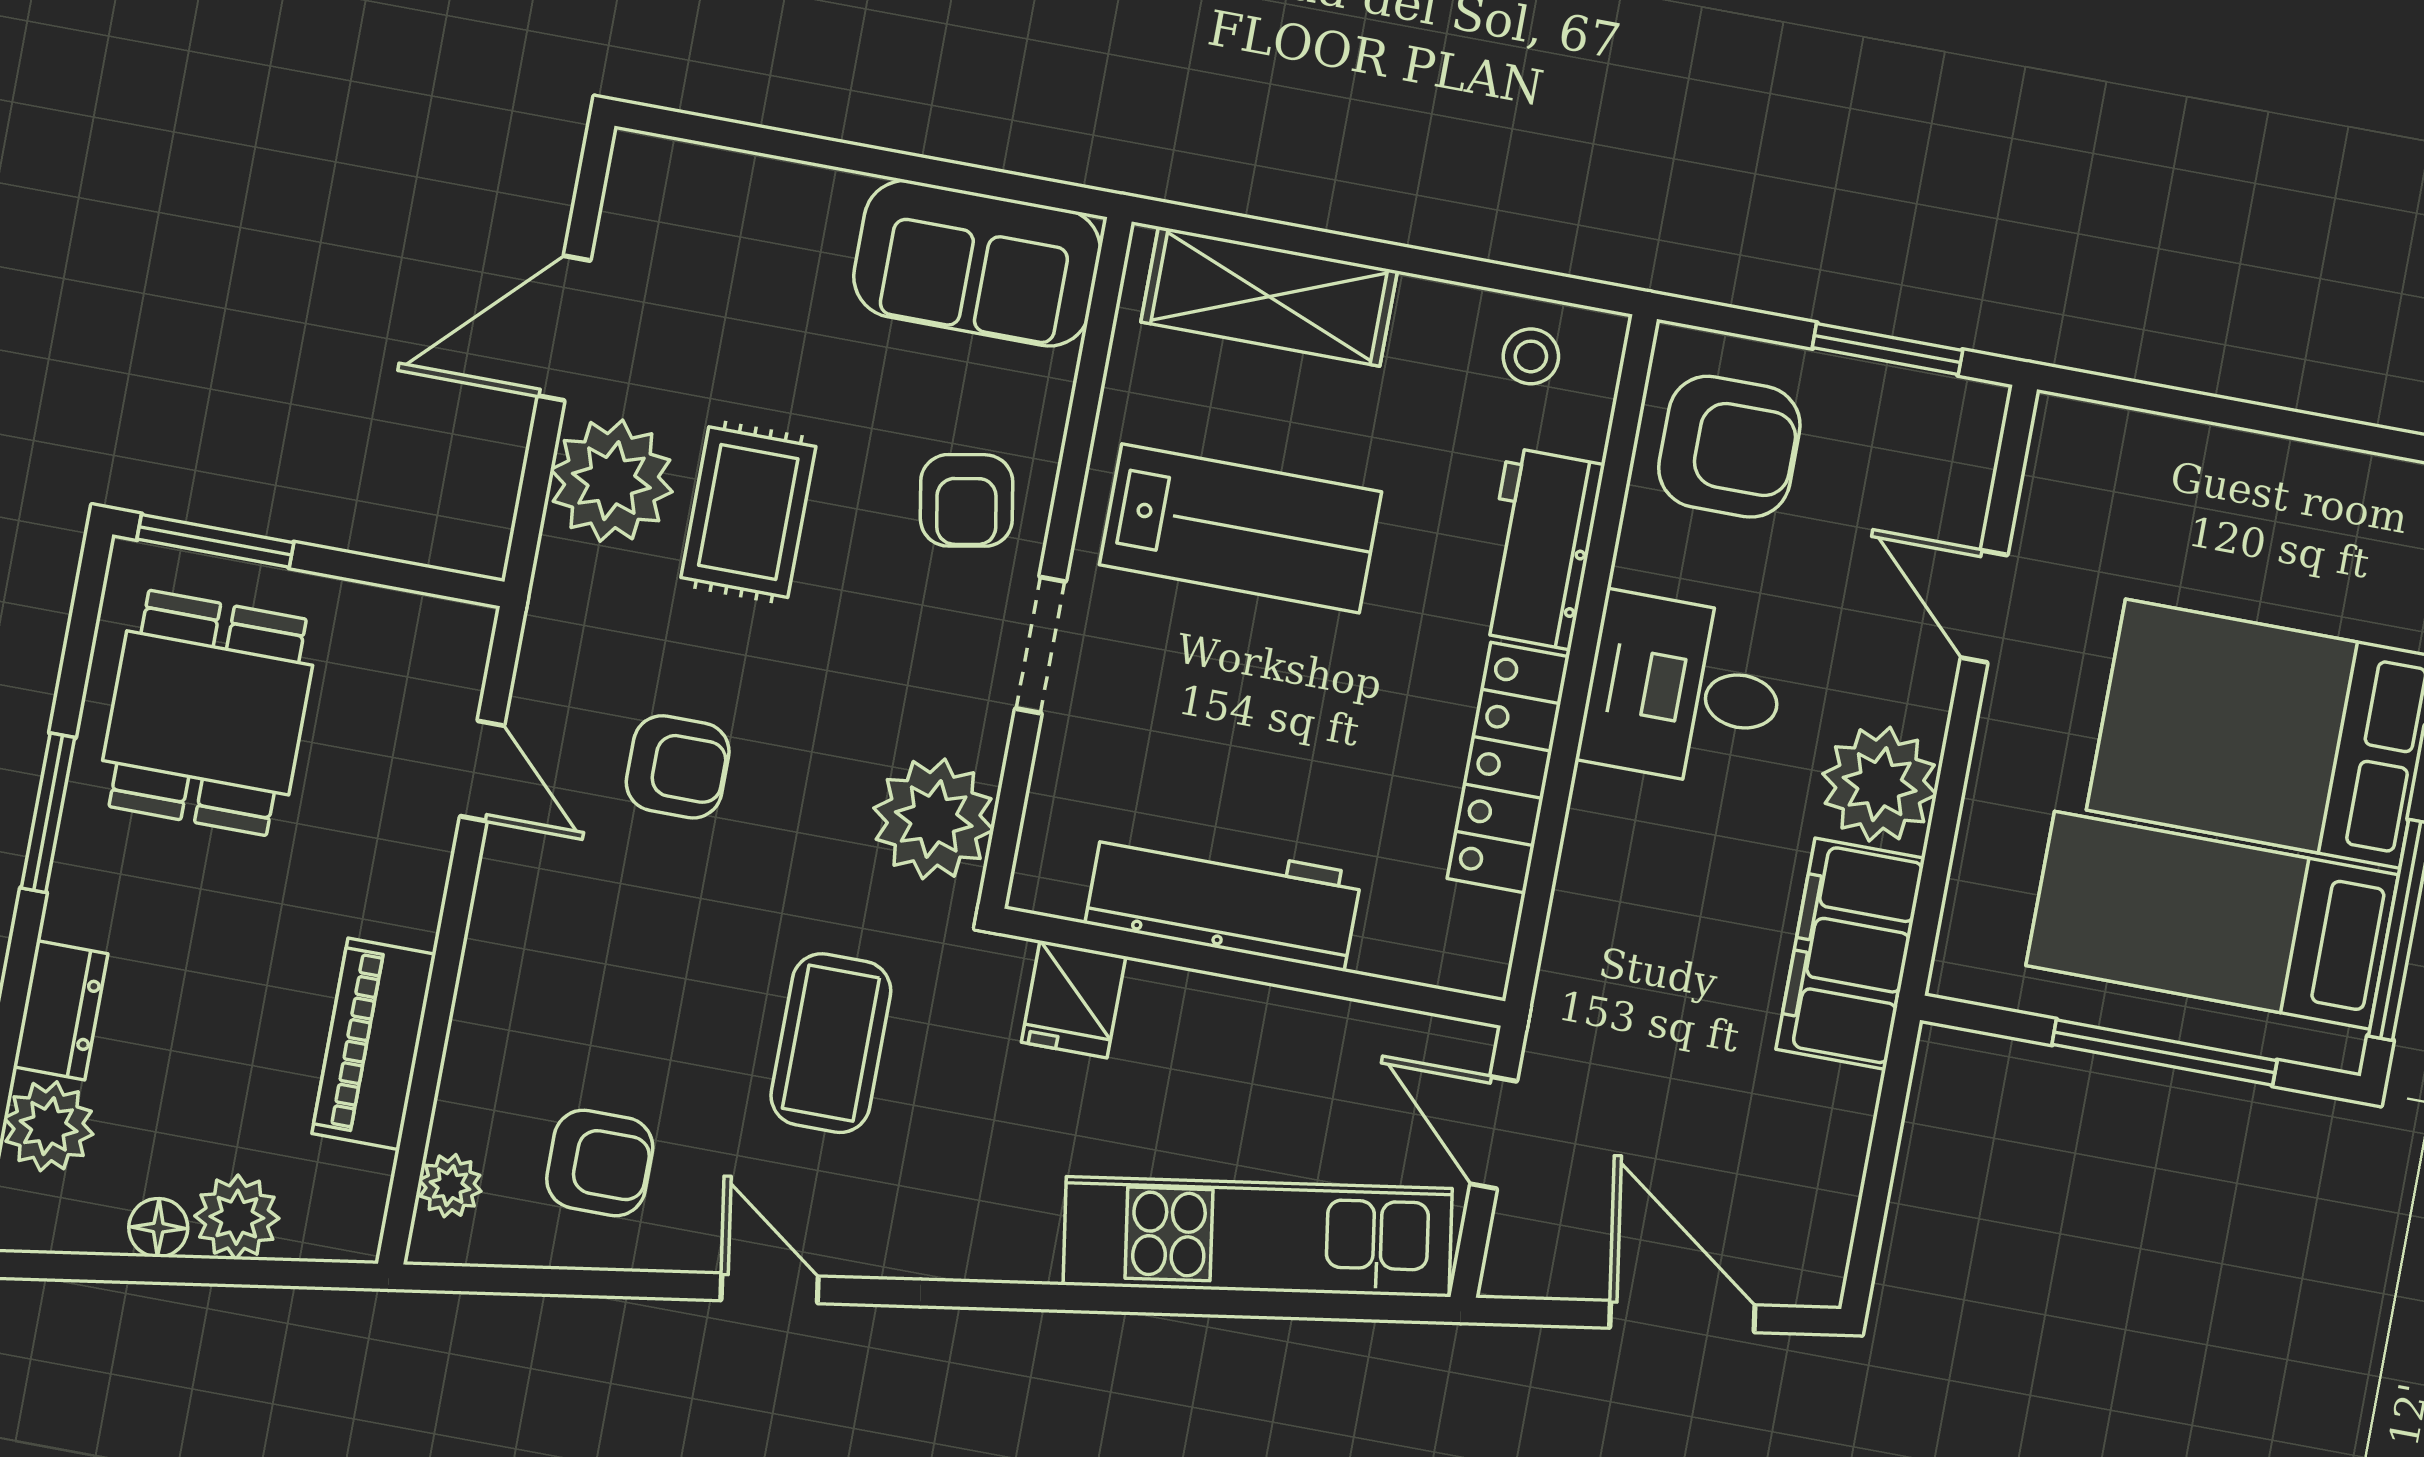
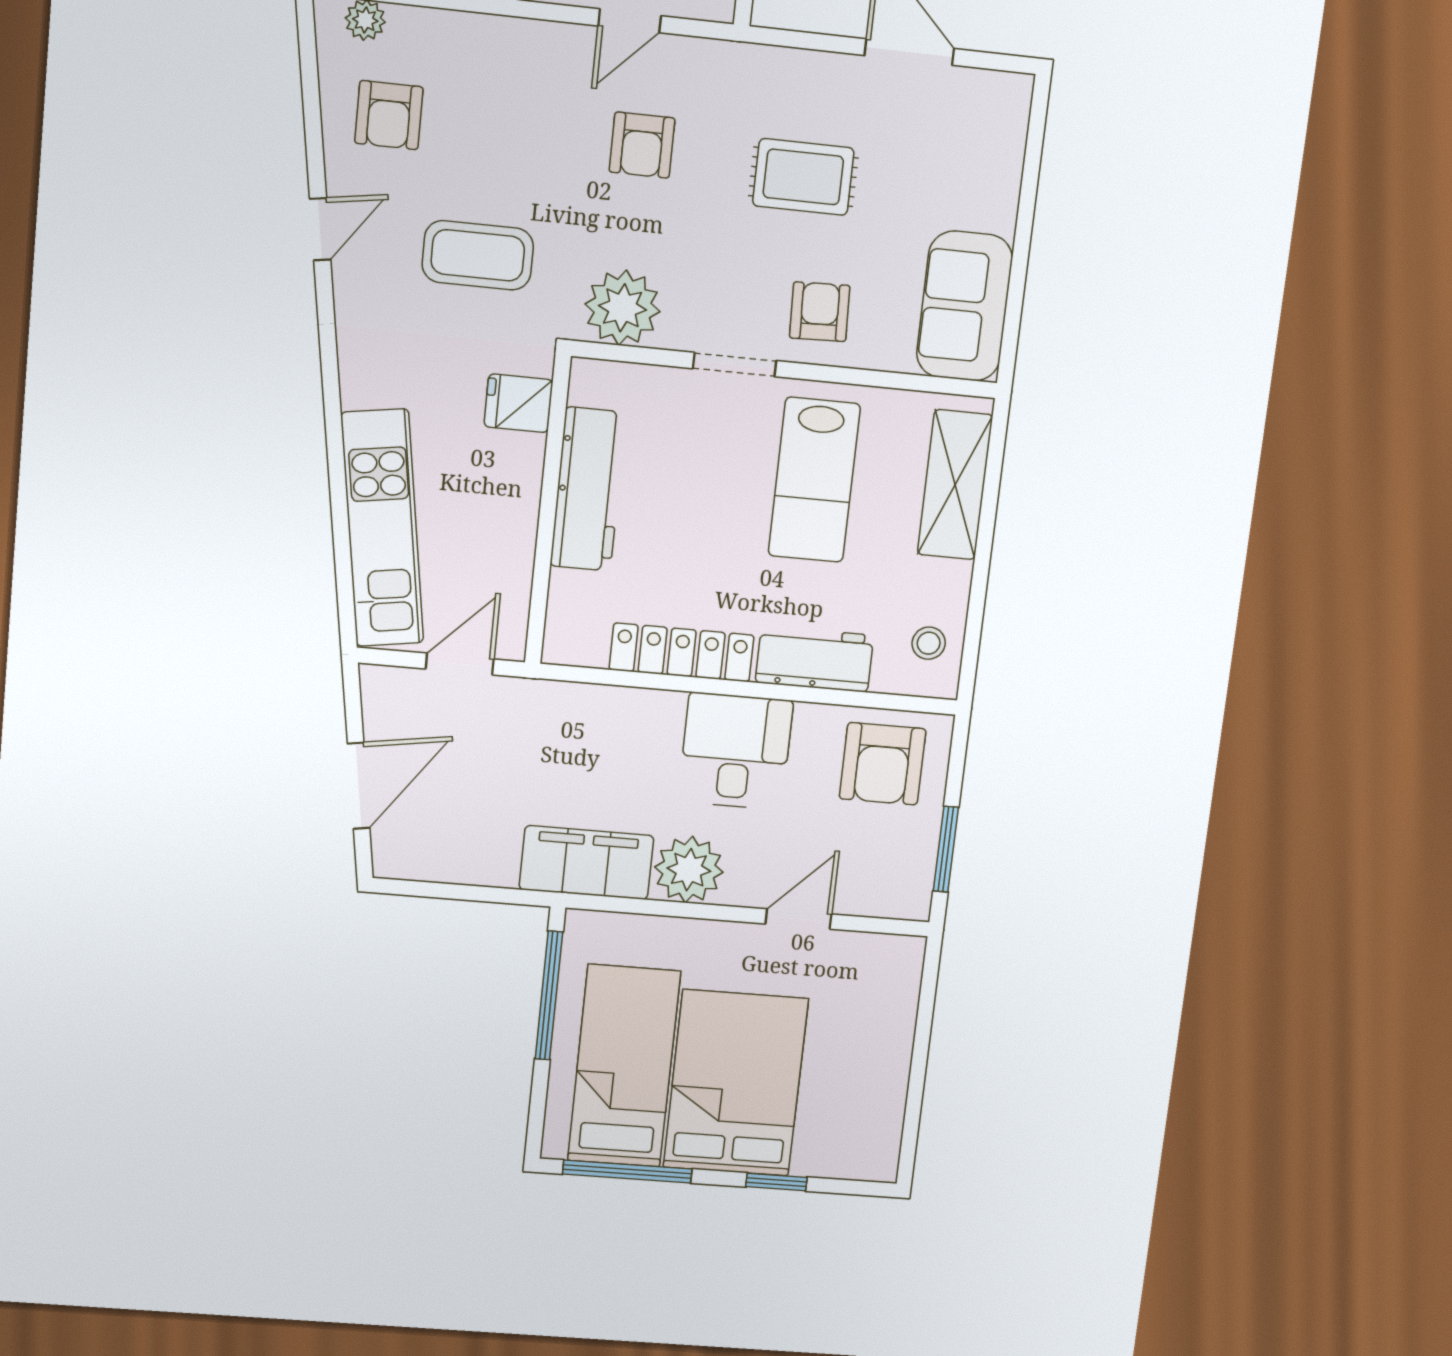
plant: (611, 481) -> (817, 89), removed
armchair: (967, 500) -> (820, 312), turned 98
window: (2164, 1053) -> (549, 996), moved

